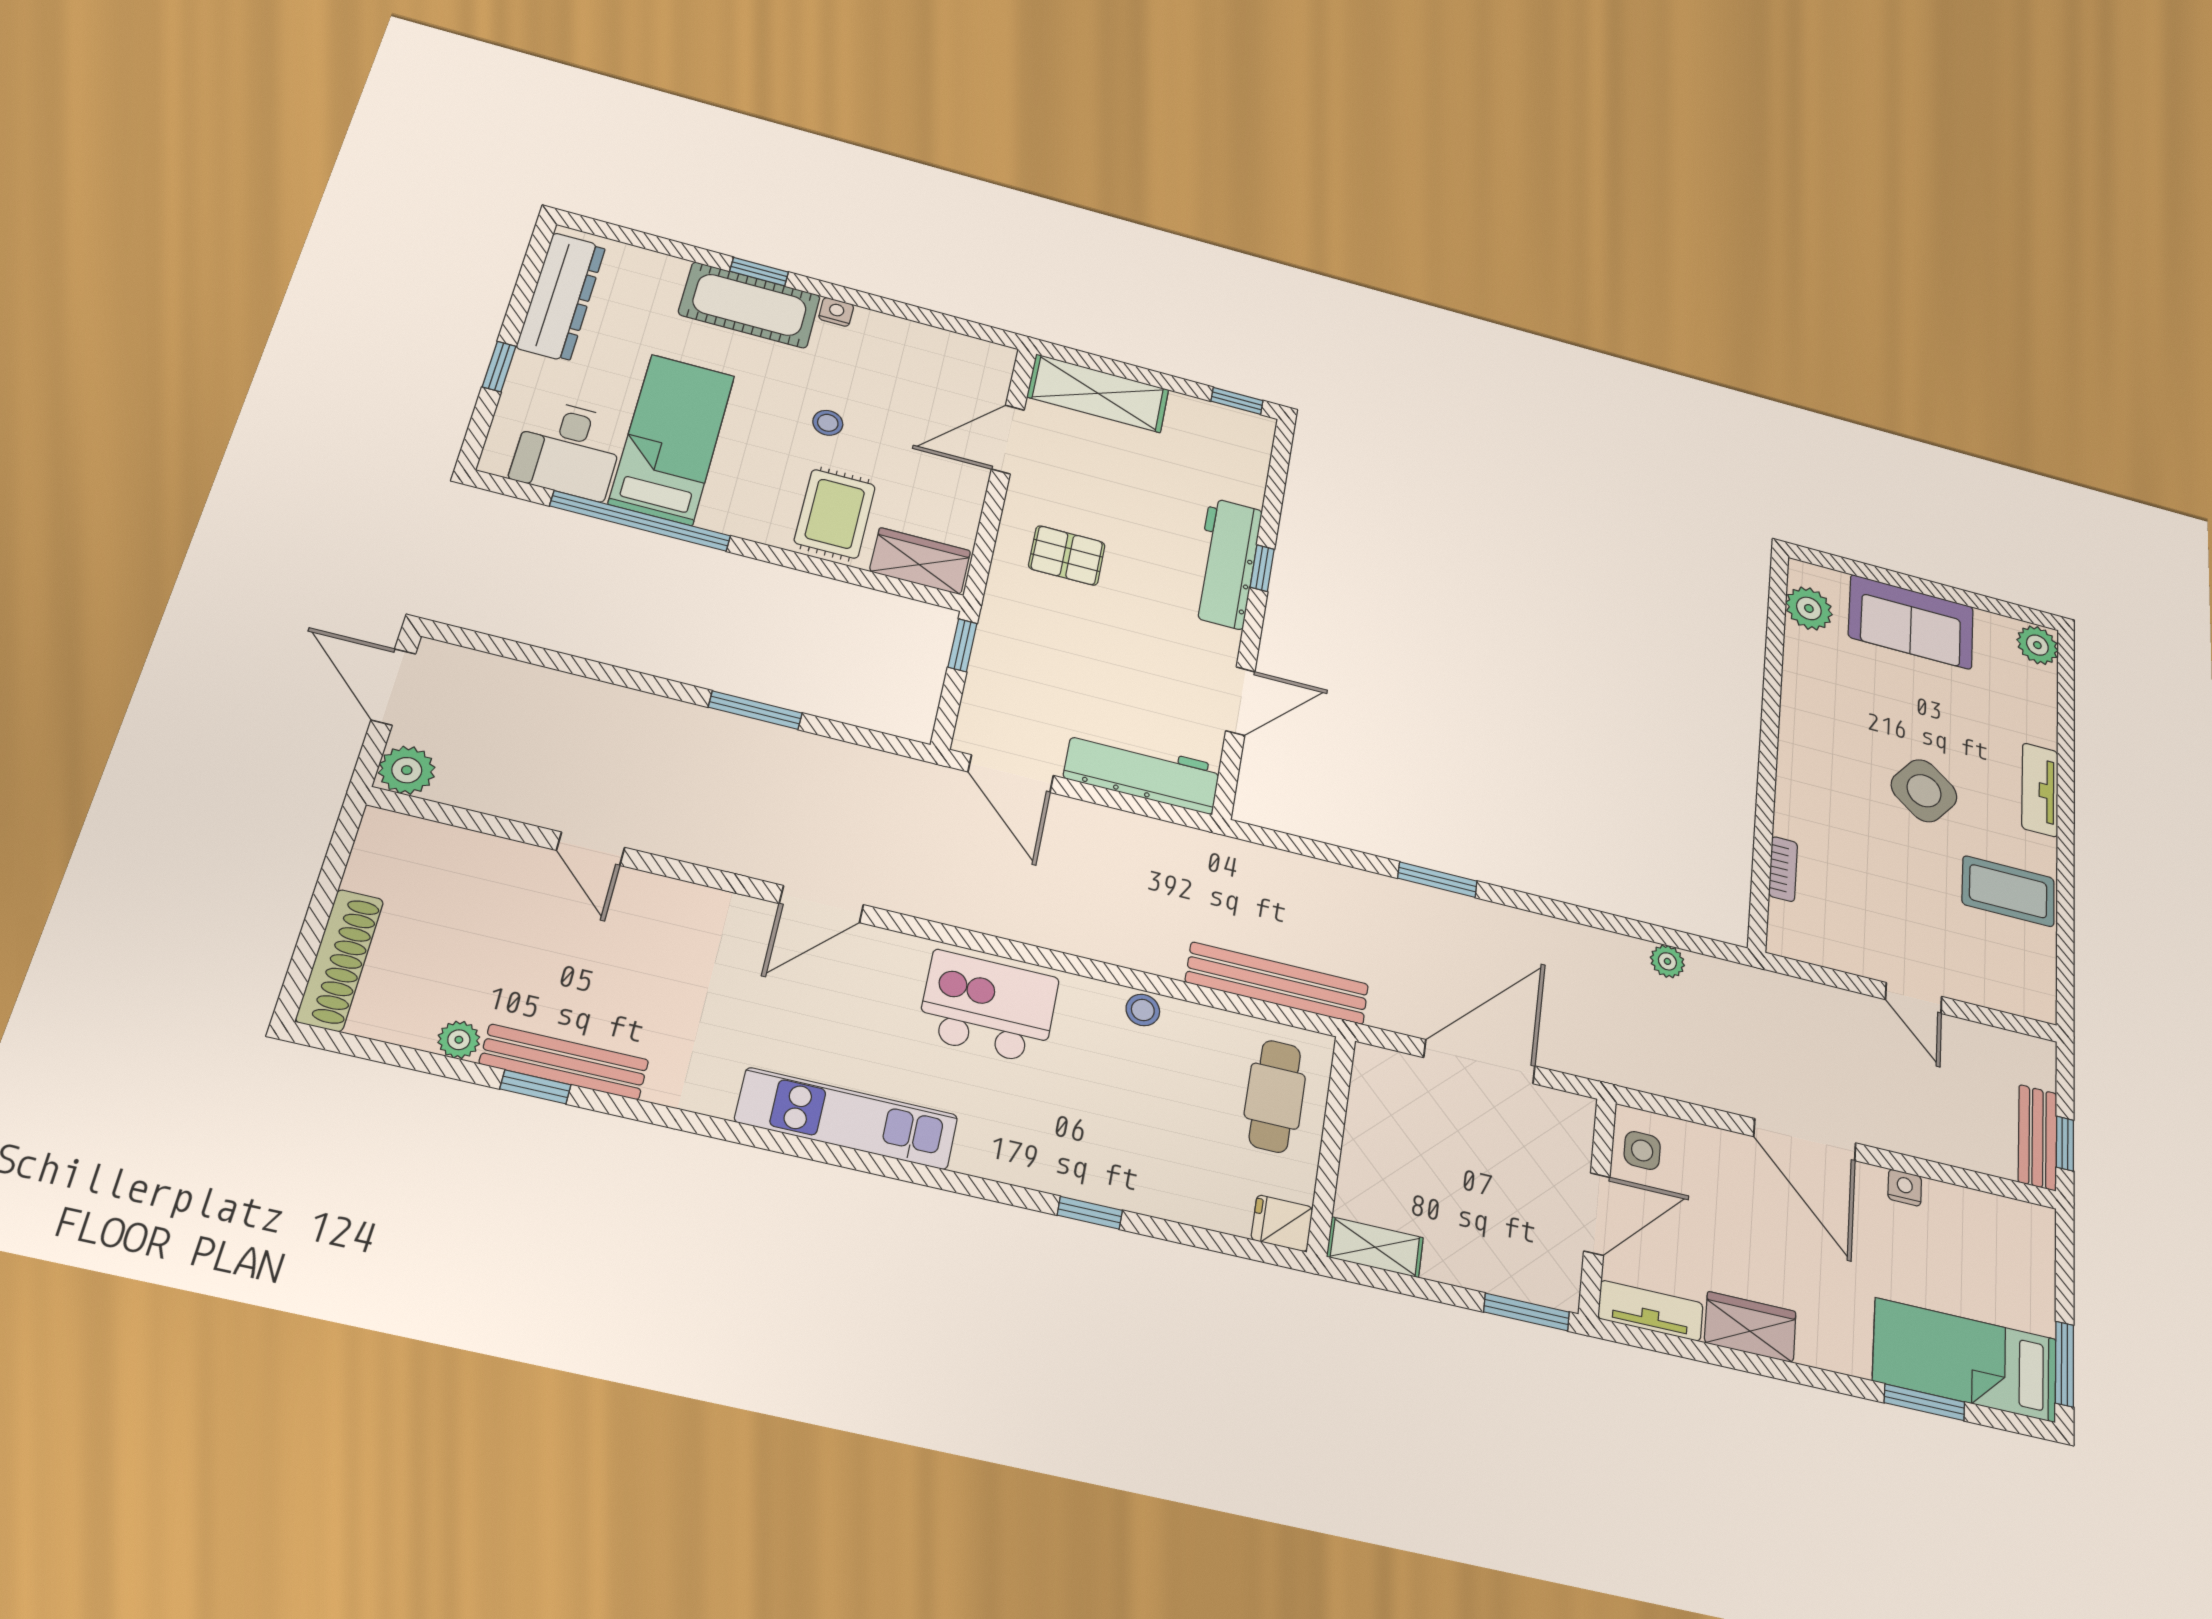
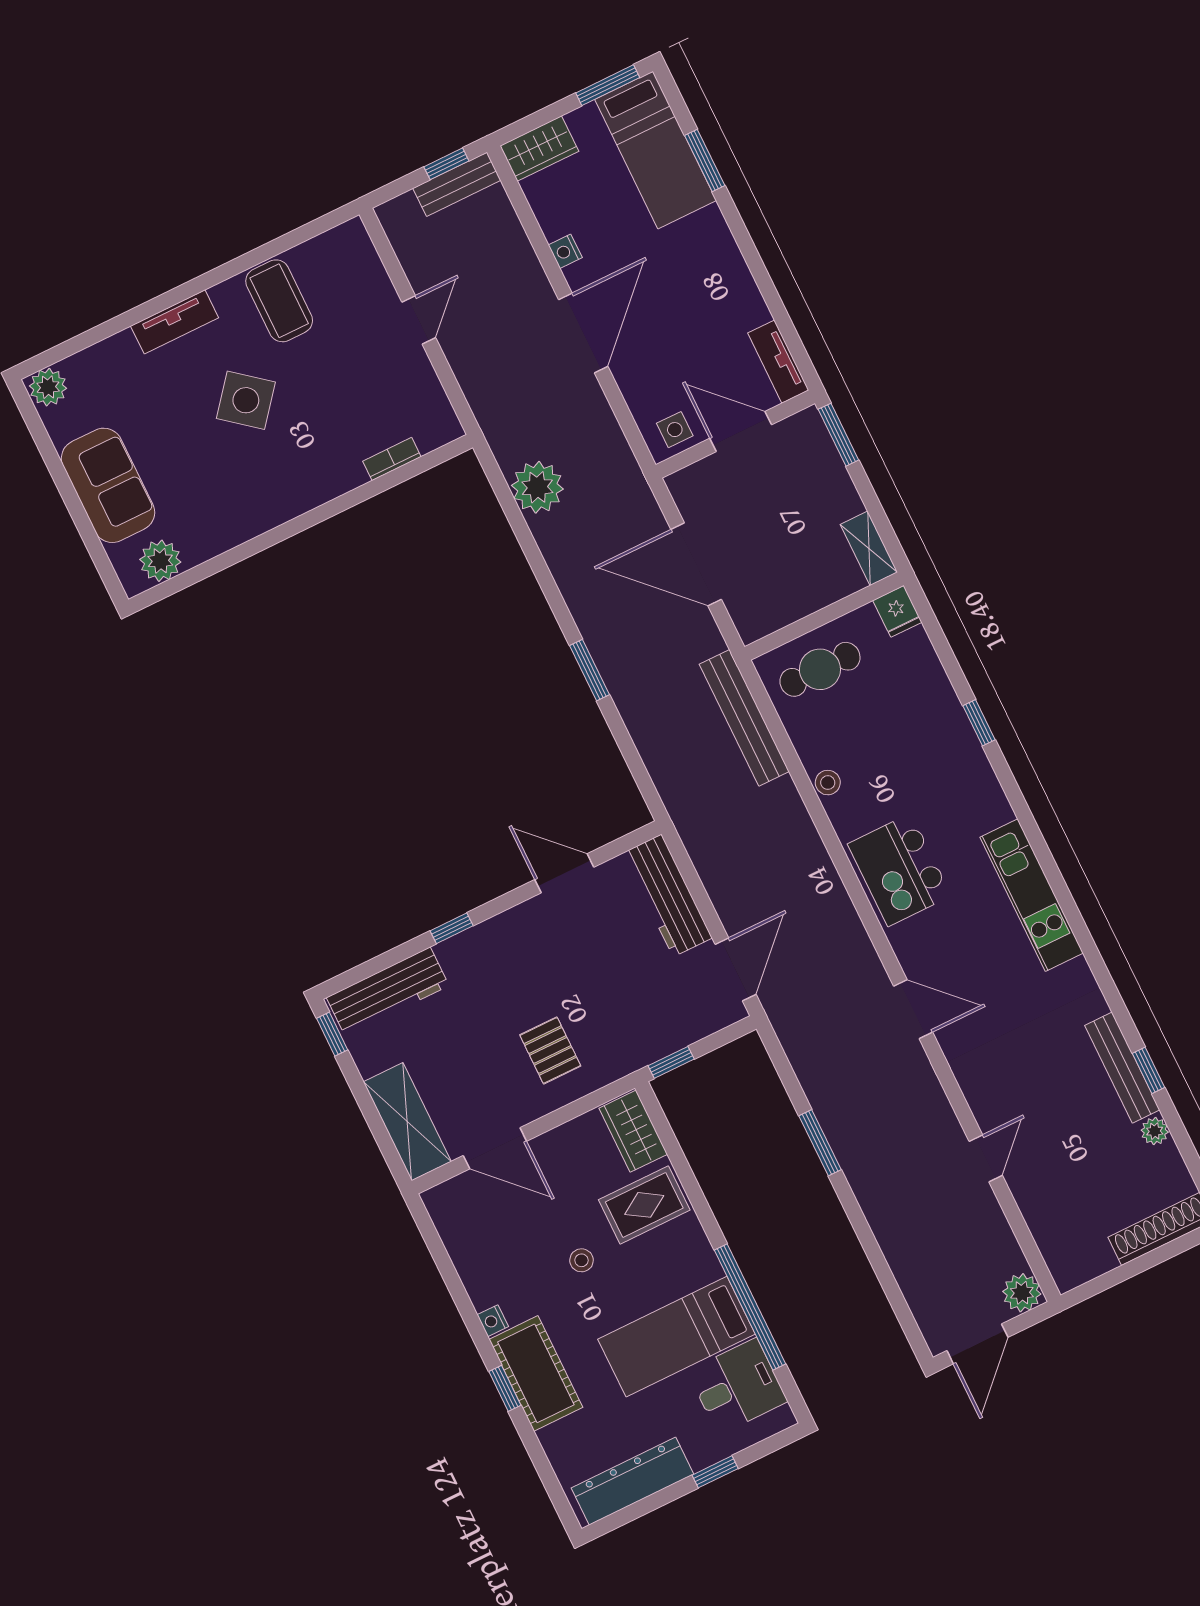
workbench: (1226, 563) -> (388, 992), moved
plant: (1667, 961) -> (537, 487), width x1.87, depth x1.87
wardrobe: (1750, 1327) -> (539, 149), moved, turned -90

